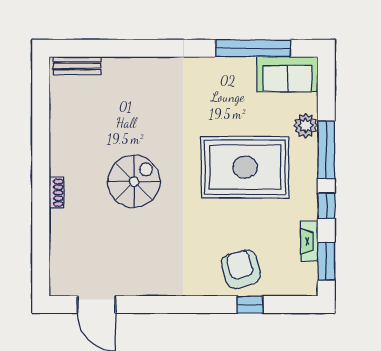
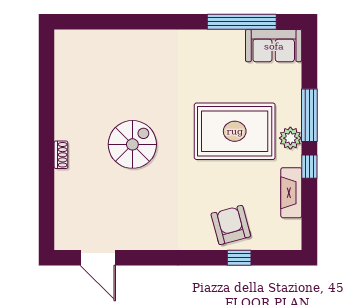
bench: (77, 66) -> (80, 38), removed
plant: (306, 125) -> (290, 138), moved
fireplace: (309, 241) -> (291, 193), width x1.37, depth x1.32
window: (326, 261) -> (309, 218), removed

